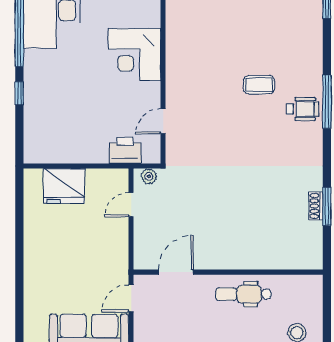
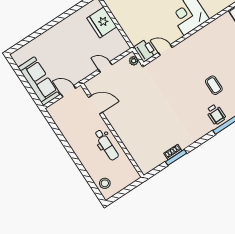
printer: (125, 151) -> (145, 51), moved
door: (131, 205) -> (105, 67), moved
dental chair: (244, 294) -> (106, 145), turned 180

